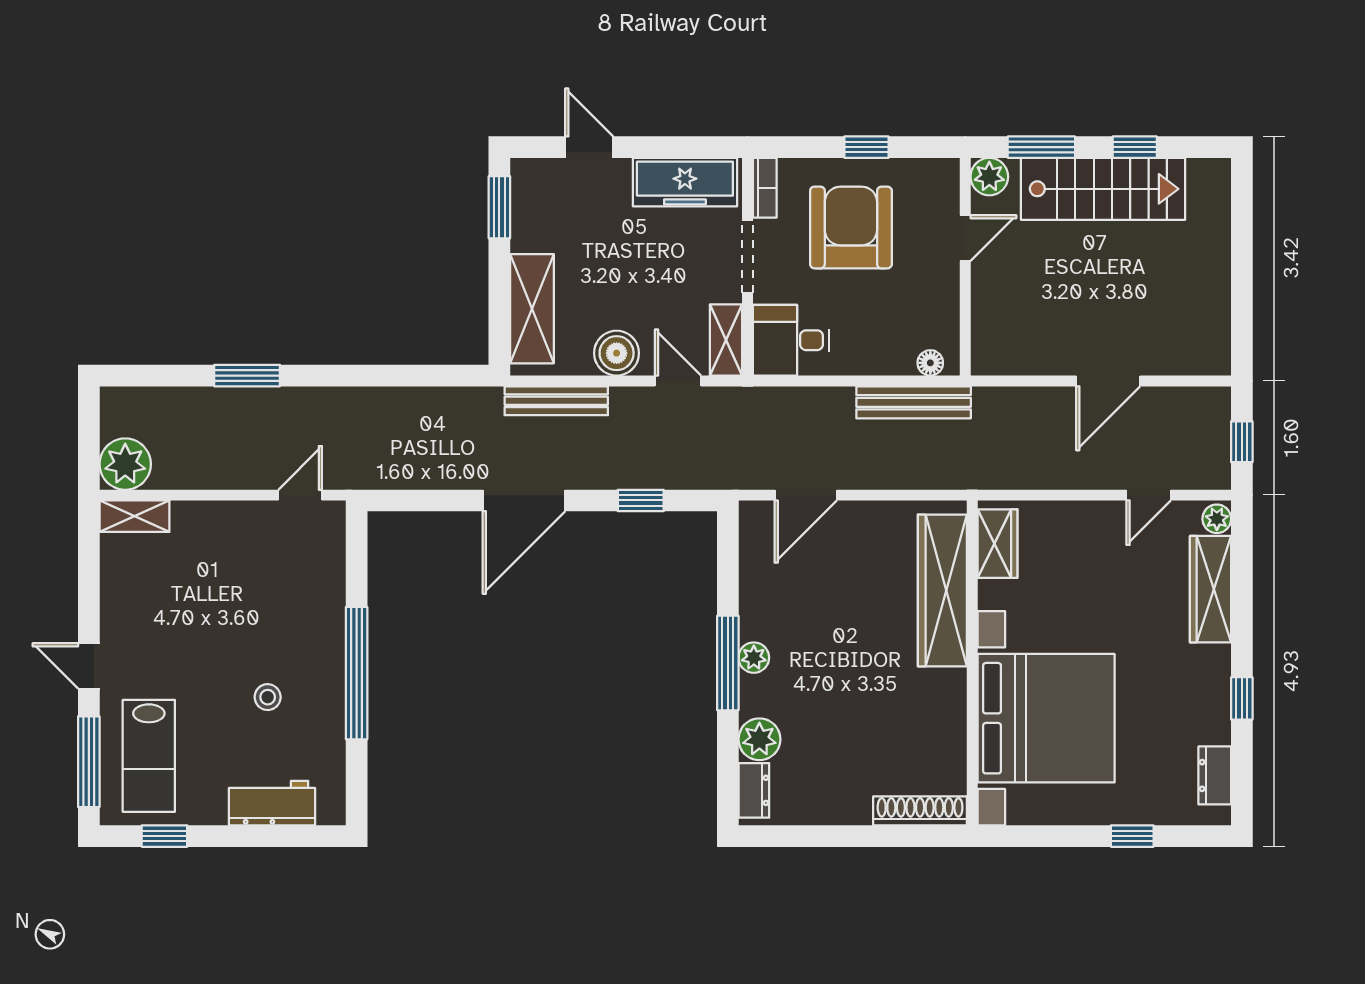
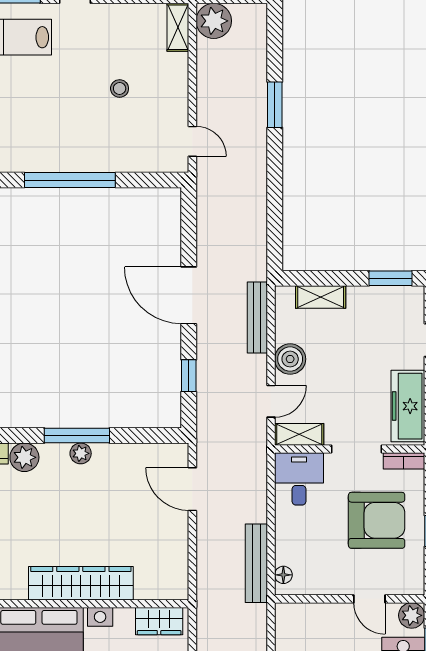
shelving: (532, 309) -> (321, 297), width x0.67, depth x0.75
wardrobe: (942, 590) -> (81, 583), moved
stool: (268, 697) -> (120, 88), moved

